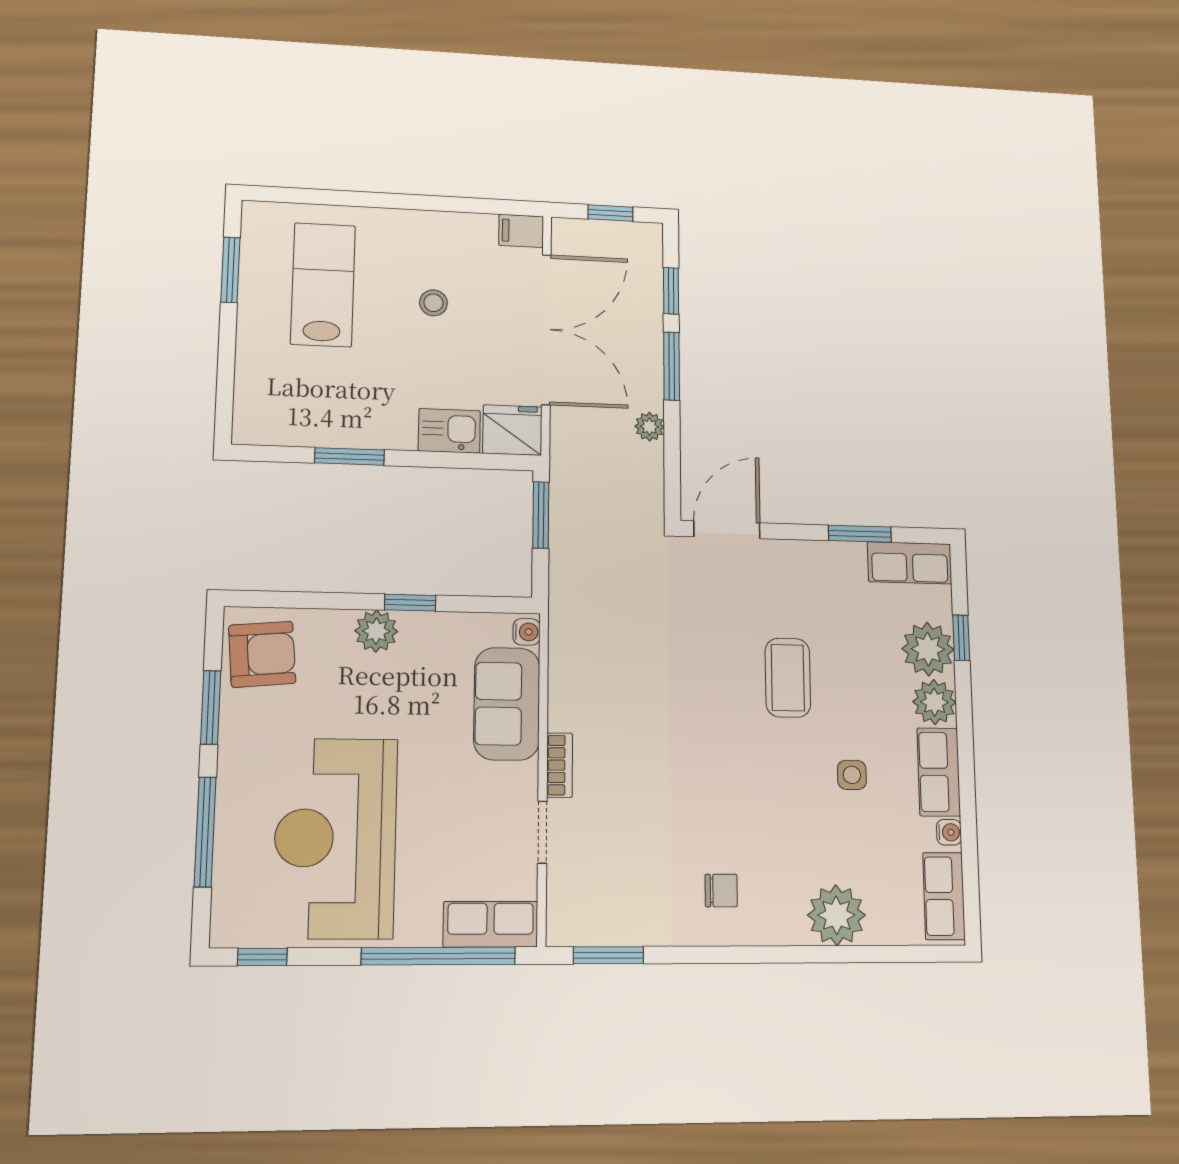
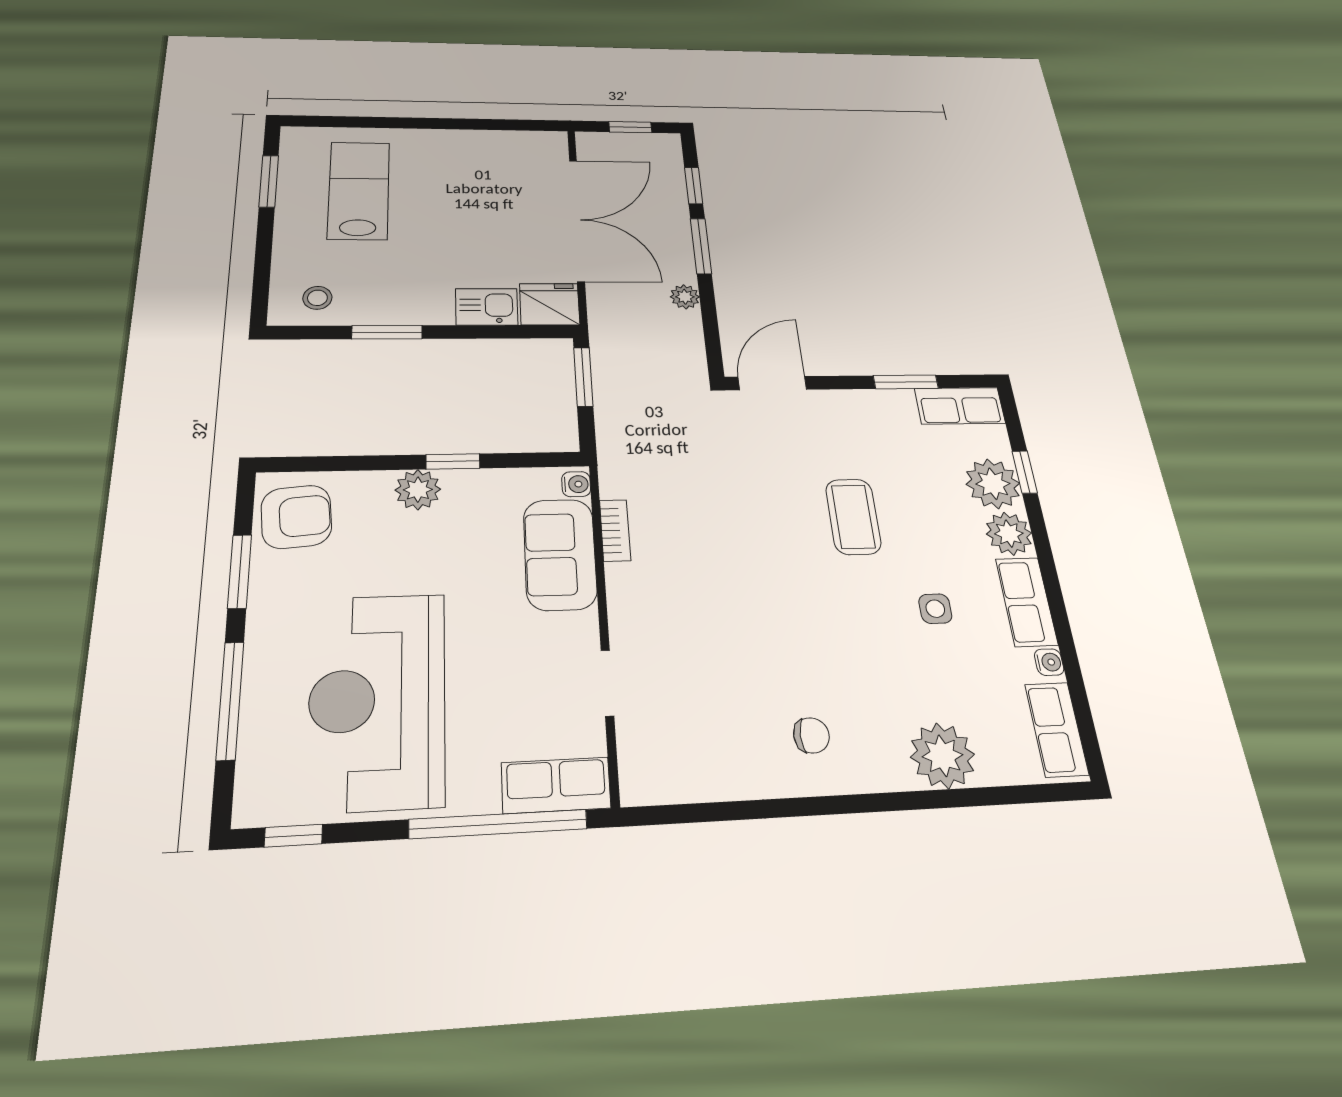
filing cabinet: (521, 231) -> (547, 143), removed
stool: (433, 303) -> (317, 298), moved
bookcase: (560, 765) -> (615, 530), moved
window: (608, 955) -> (693, 813), removed

